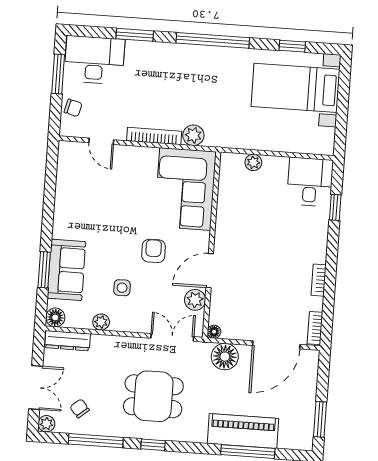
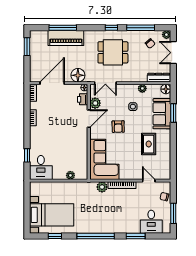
desk: (94, 60) -> (151, 222), width x0.73
rug: (96, 213) -> (149, 144), added
printer: (219, 309) -> (83, 99), added

